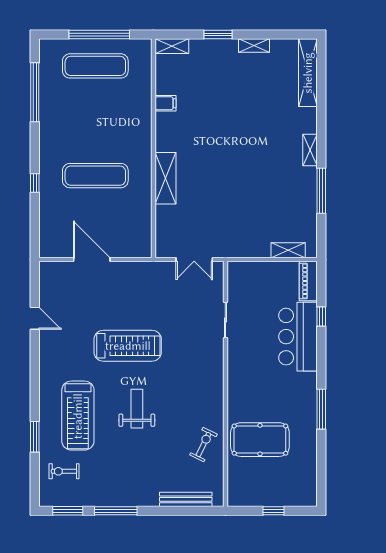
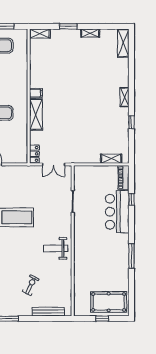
shelving: (308, 73) -> (123, 43), width x0.68
filing cabinet: (165, 103) -> (36, 93), moved
window: (321, 191) -> (131, 122), width x0.46
locker: (163, 242) -> (34, 154), added
weight bench: (137, 409) -> (56, 248), moved, turned -90
pool table: (260, 440) -> (109, 302), moved
exercise bike: (203, 445) -> (31, 285), moved

